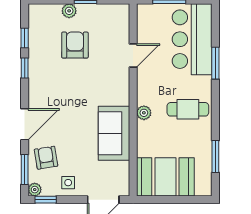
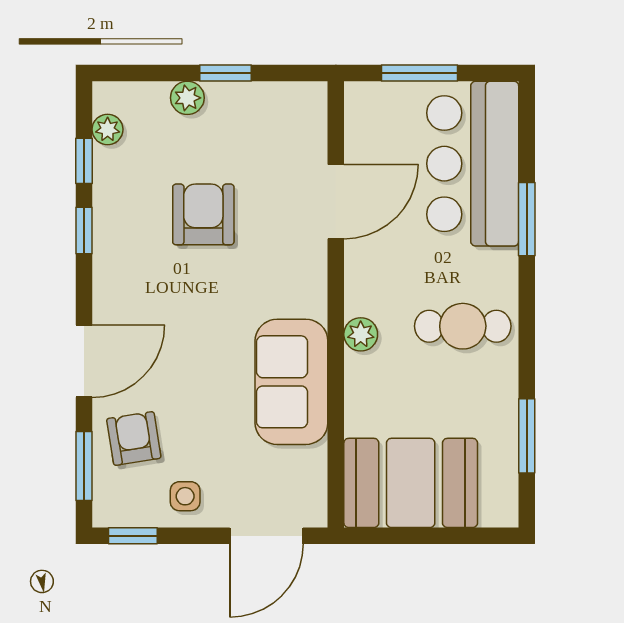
armchair: (75, 45) -> (203, 214), moved
door: (133, 56) -> (336, 202), width x1.38
plant: (35, 190) -> (108, 129), moved

